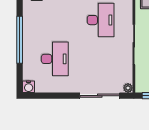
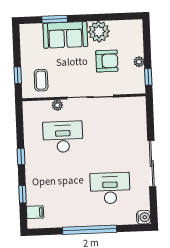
plant: (128, 88) -> (57, 105), moved
sliding door: (100, 96) -> (152, 164), moved

